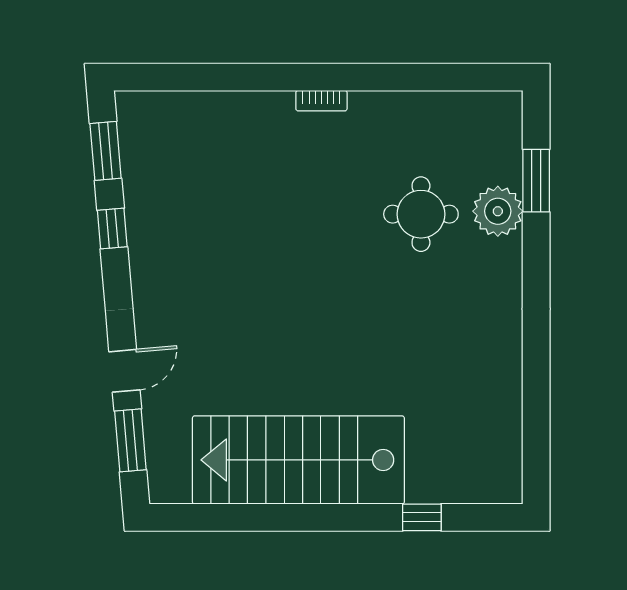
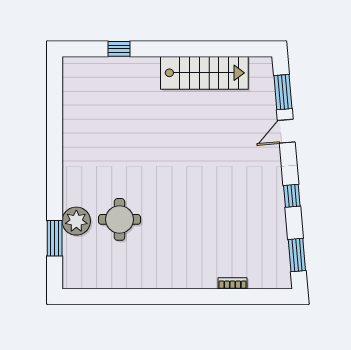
bookcase: (321, 101) -> (233, 283), moved
window: (112, 228) -> (292, 196), moved
stairs: (298, 460) -> (204, 73), width x0.73, depth x0.66

